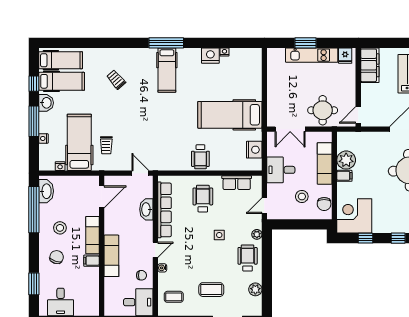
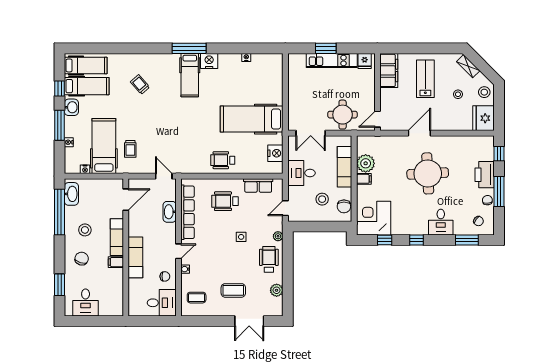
nightstand: (210, 56) -> (209, 61), moved
wheelchair: (200, 157) -> (223, 160), turned 90
wheelchair: (203, 199) -> (225, 201), turned -90

